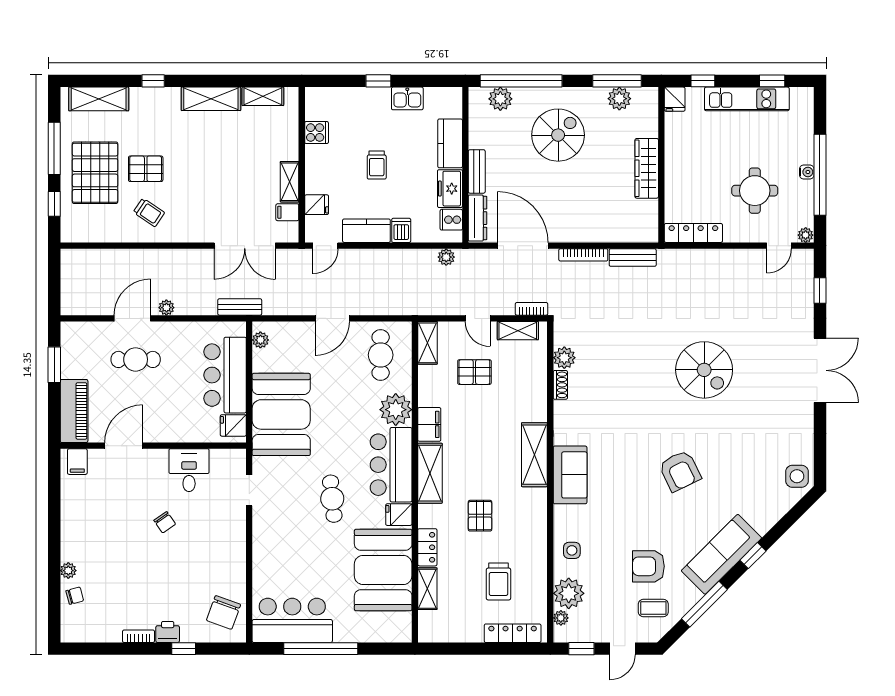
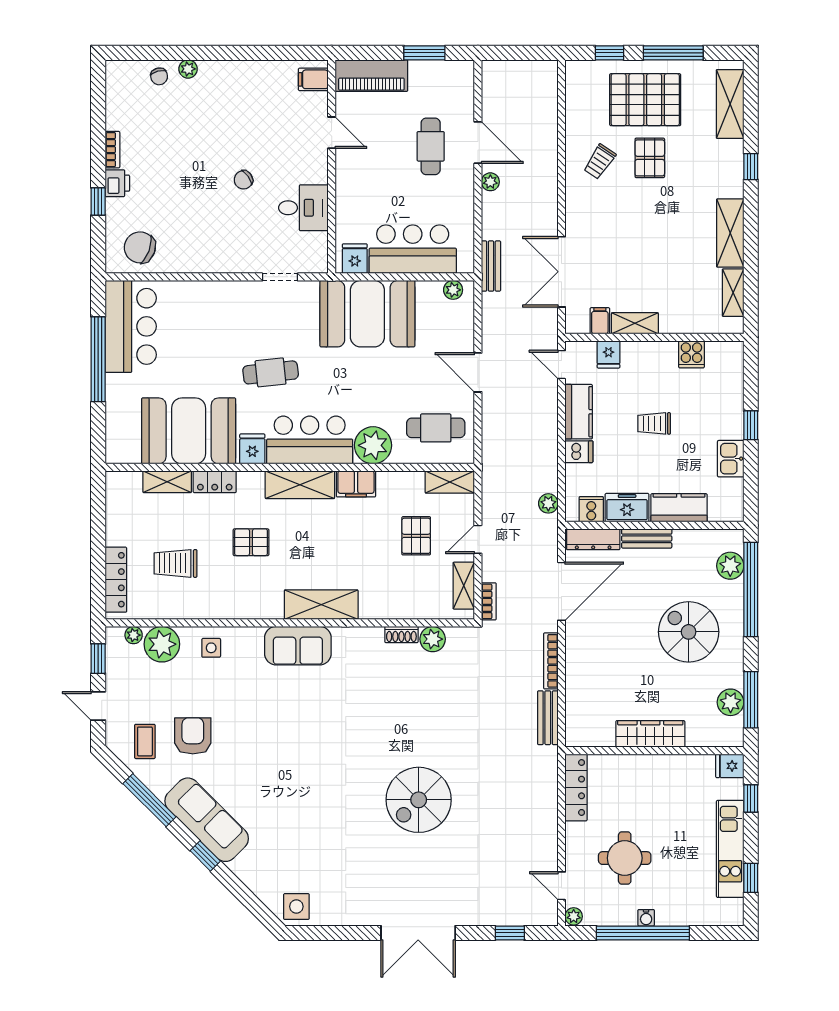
spiral stairs: (558, 135) -> (689, 632), turned 180
door: (124, 446) -> (332, 133), width x0.73
armchair: (680, 471) -> (303, 772), removed

